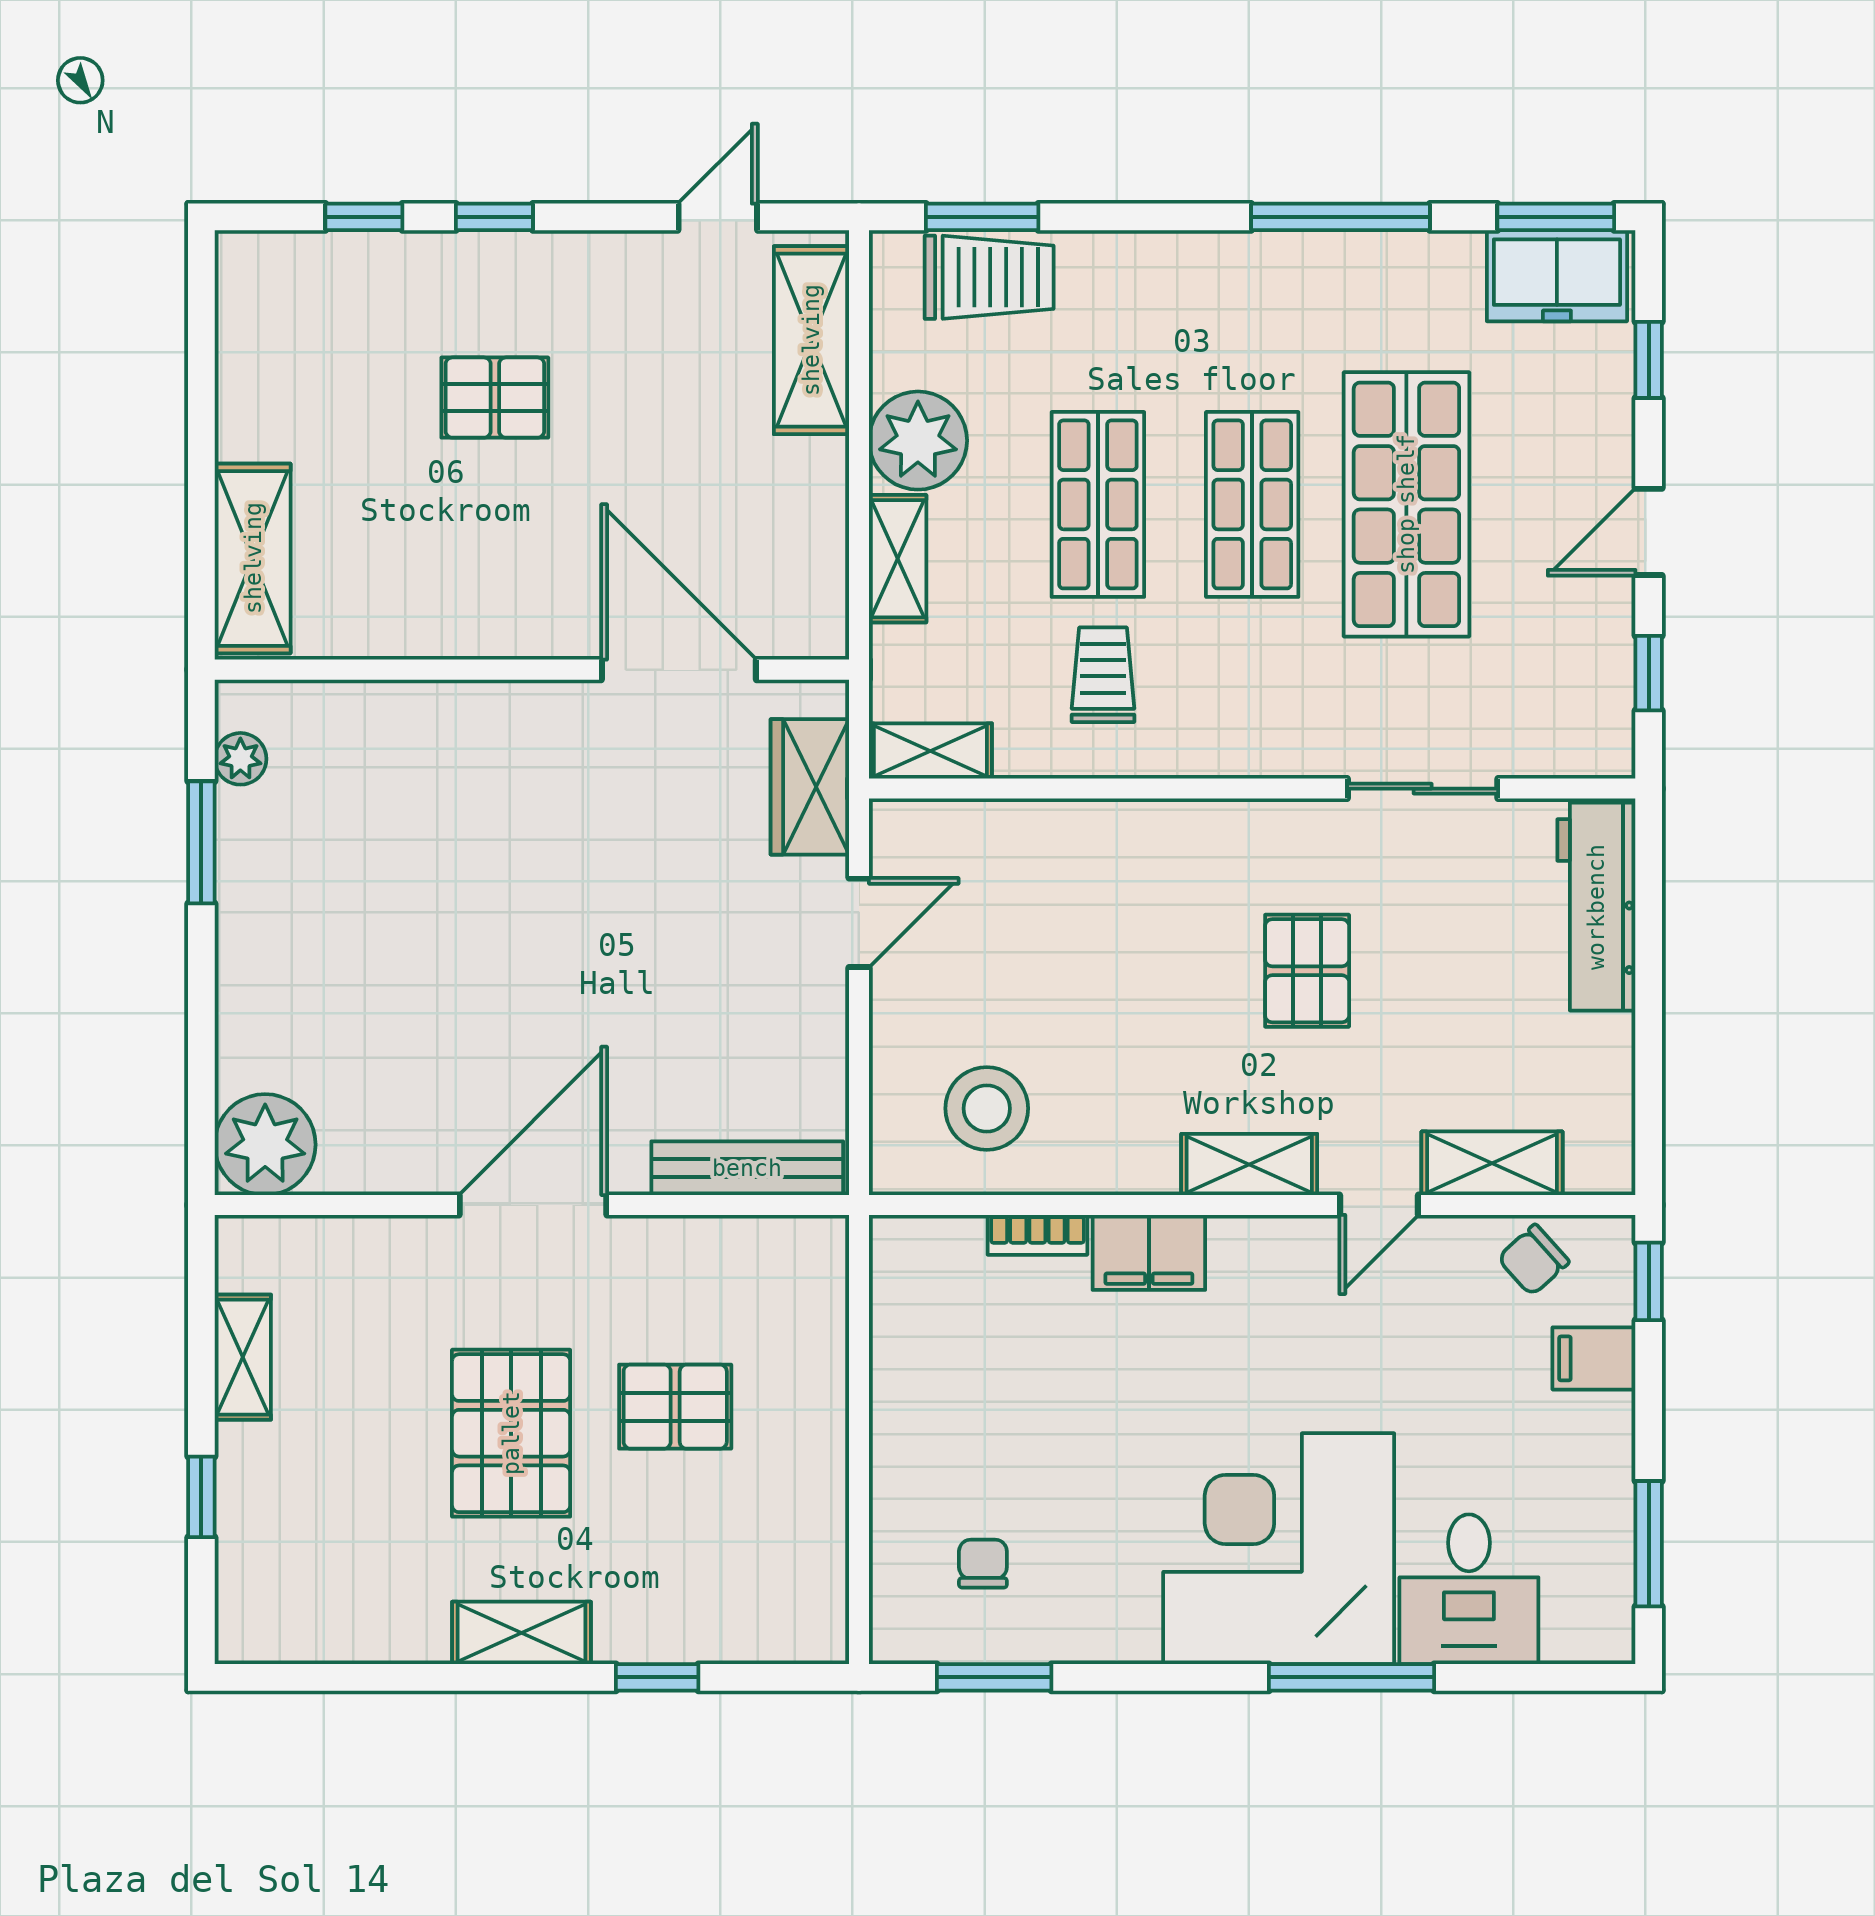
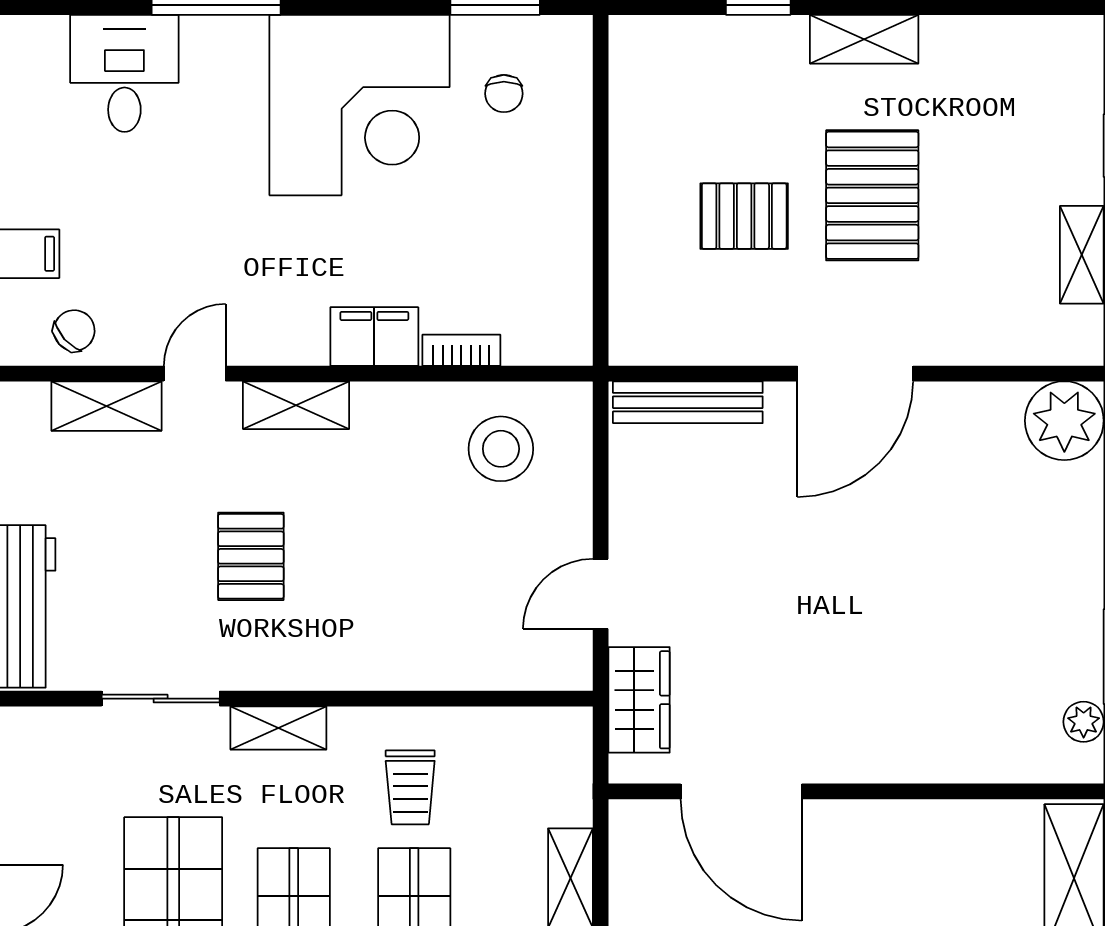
shelving: (930, 751) -> (278, 728), moved
corner desk: (1279, 1549) -> (360, 105), moved

